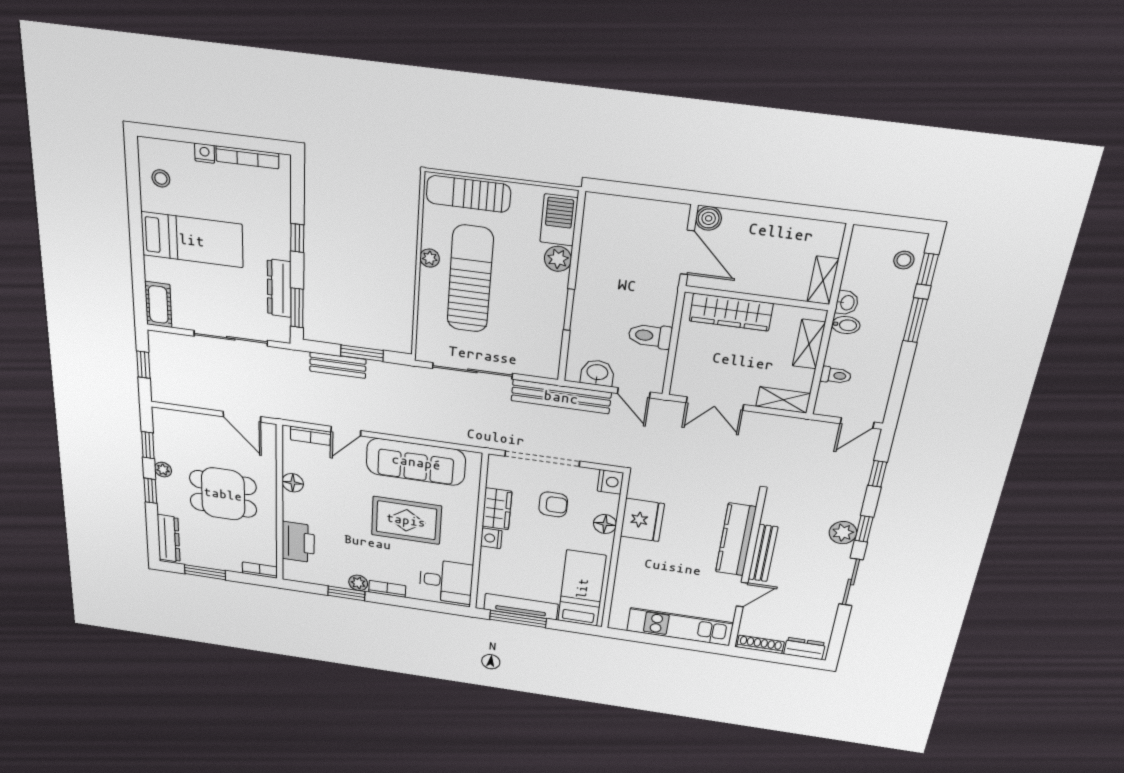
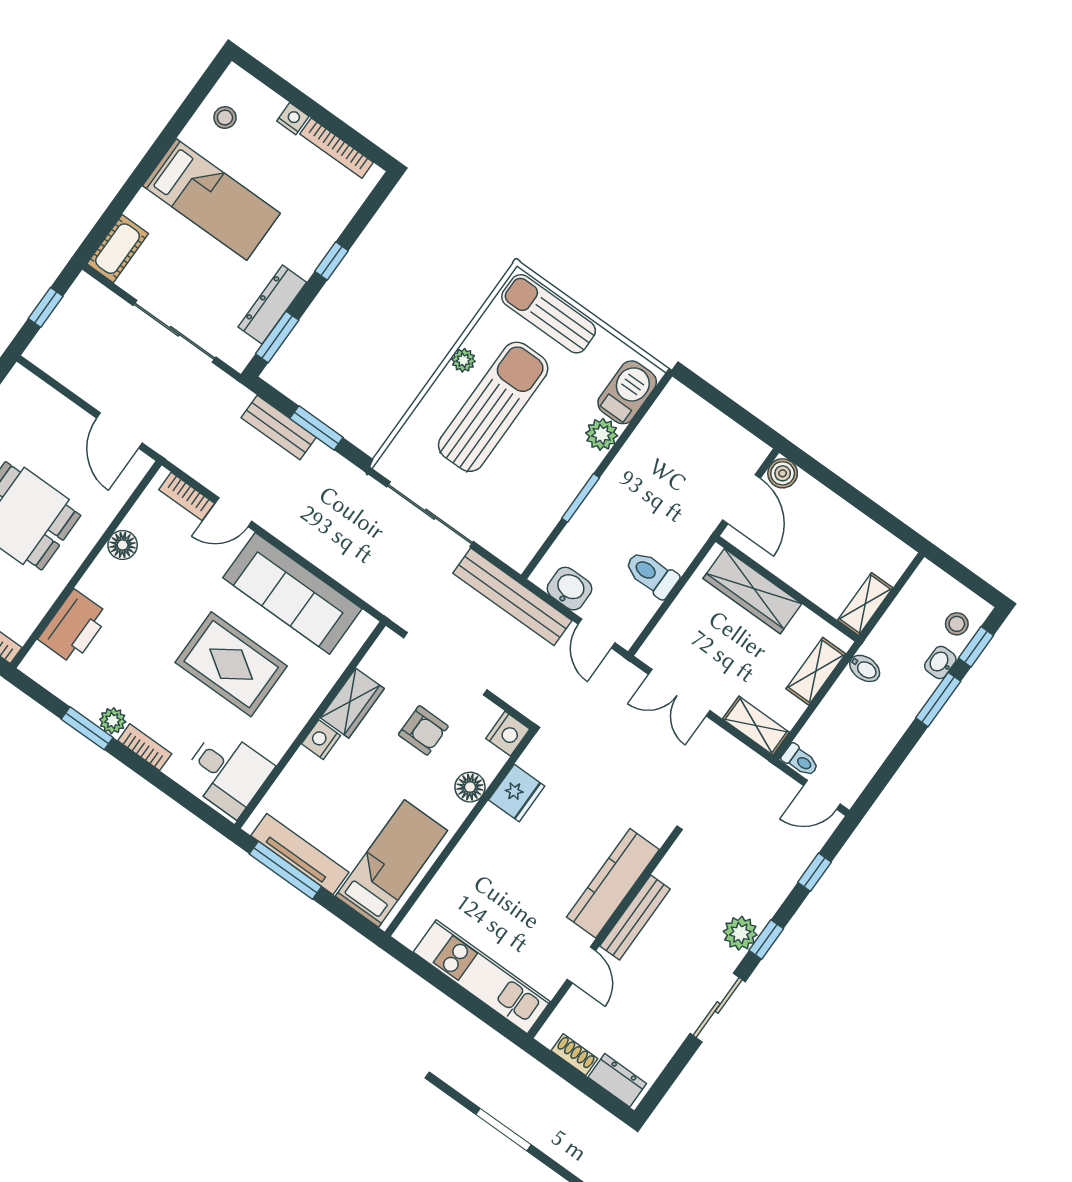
washbasin: (847, 303) -> (940, 662), moved, turned 180
toilet: (836, 375) -> (800, 760), moved
fridge: (642, 520) -> (517, 793), width x0.73, depth x0.75
door: (742, 595) -> (581, 965), hinge flipped
shoe rack: (760, 644) -> (574, 1055), width x0.70

